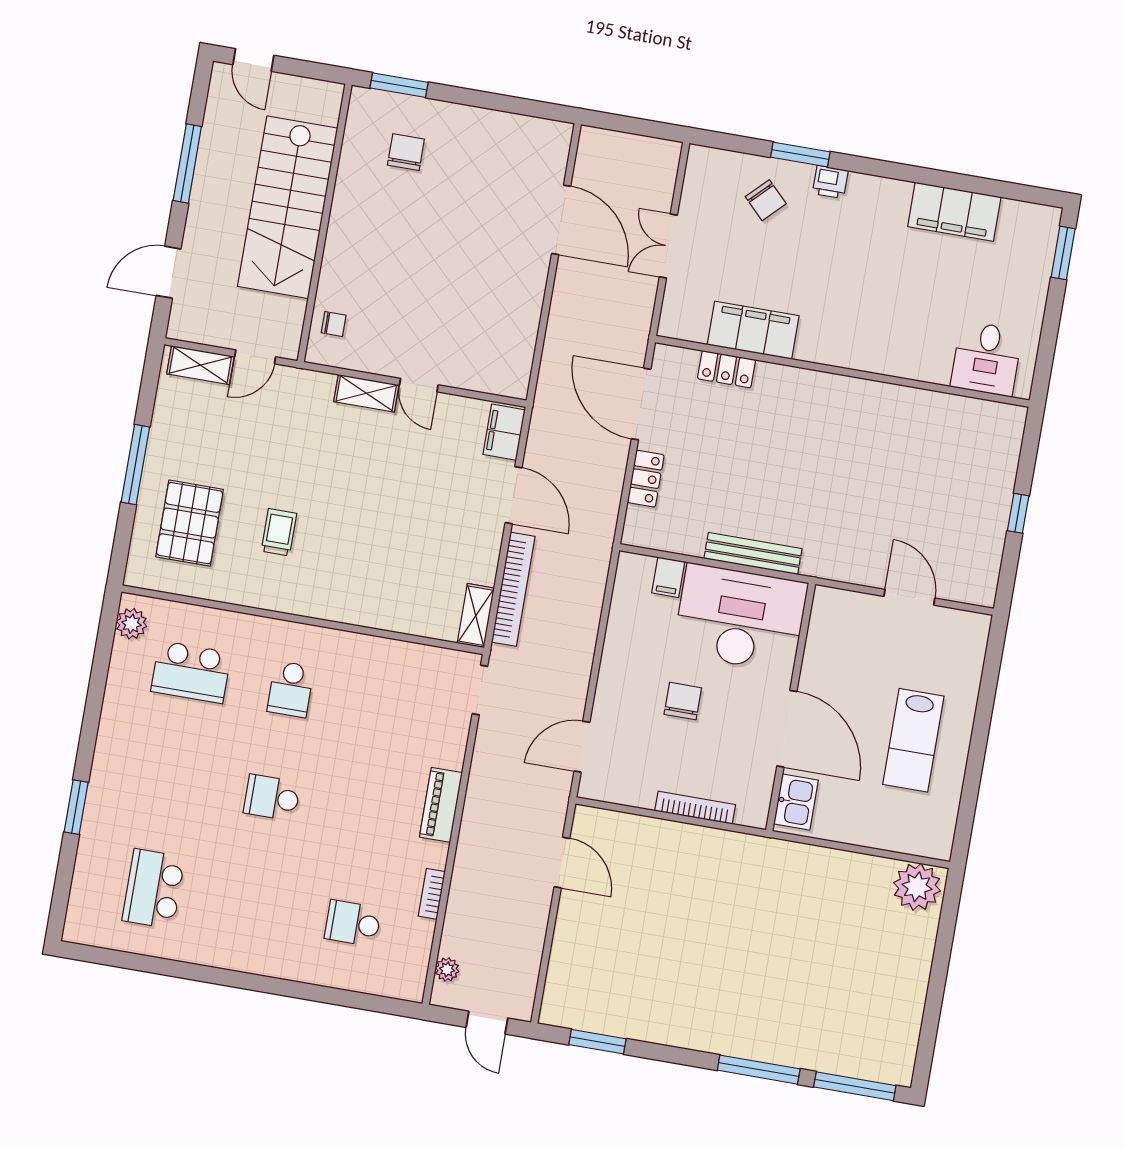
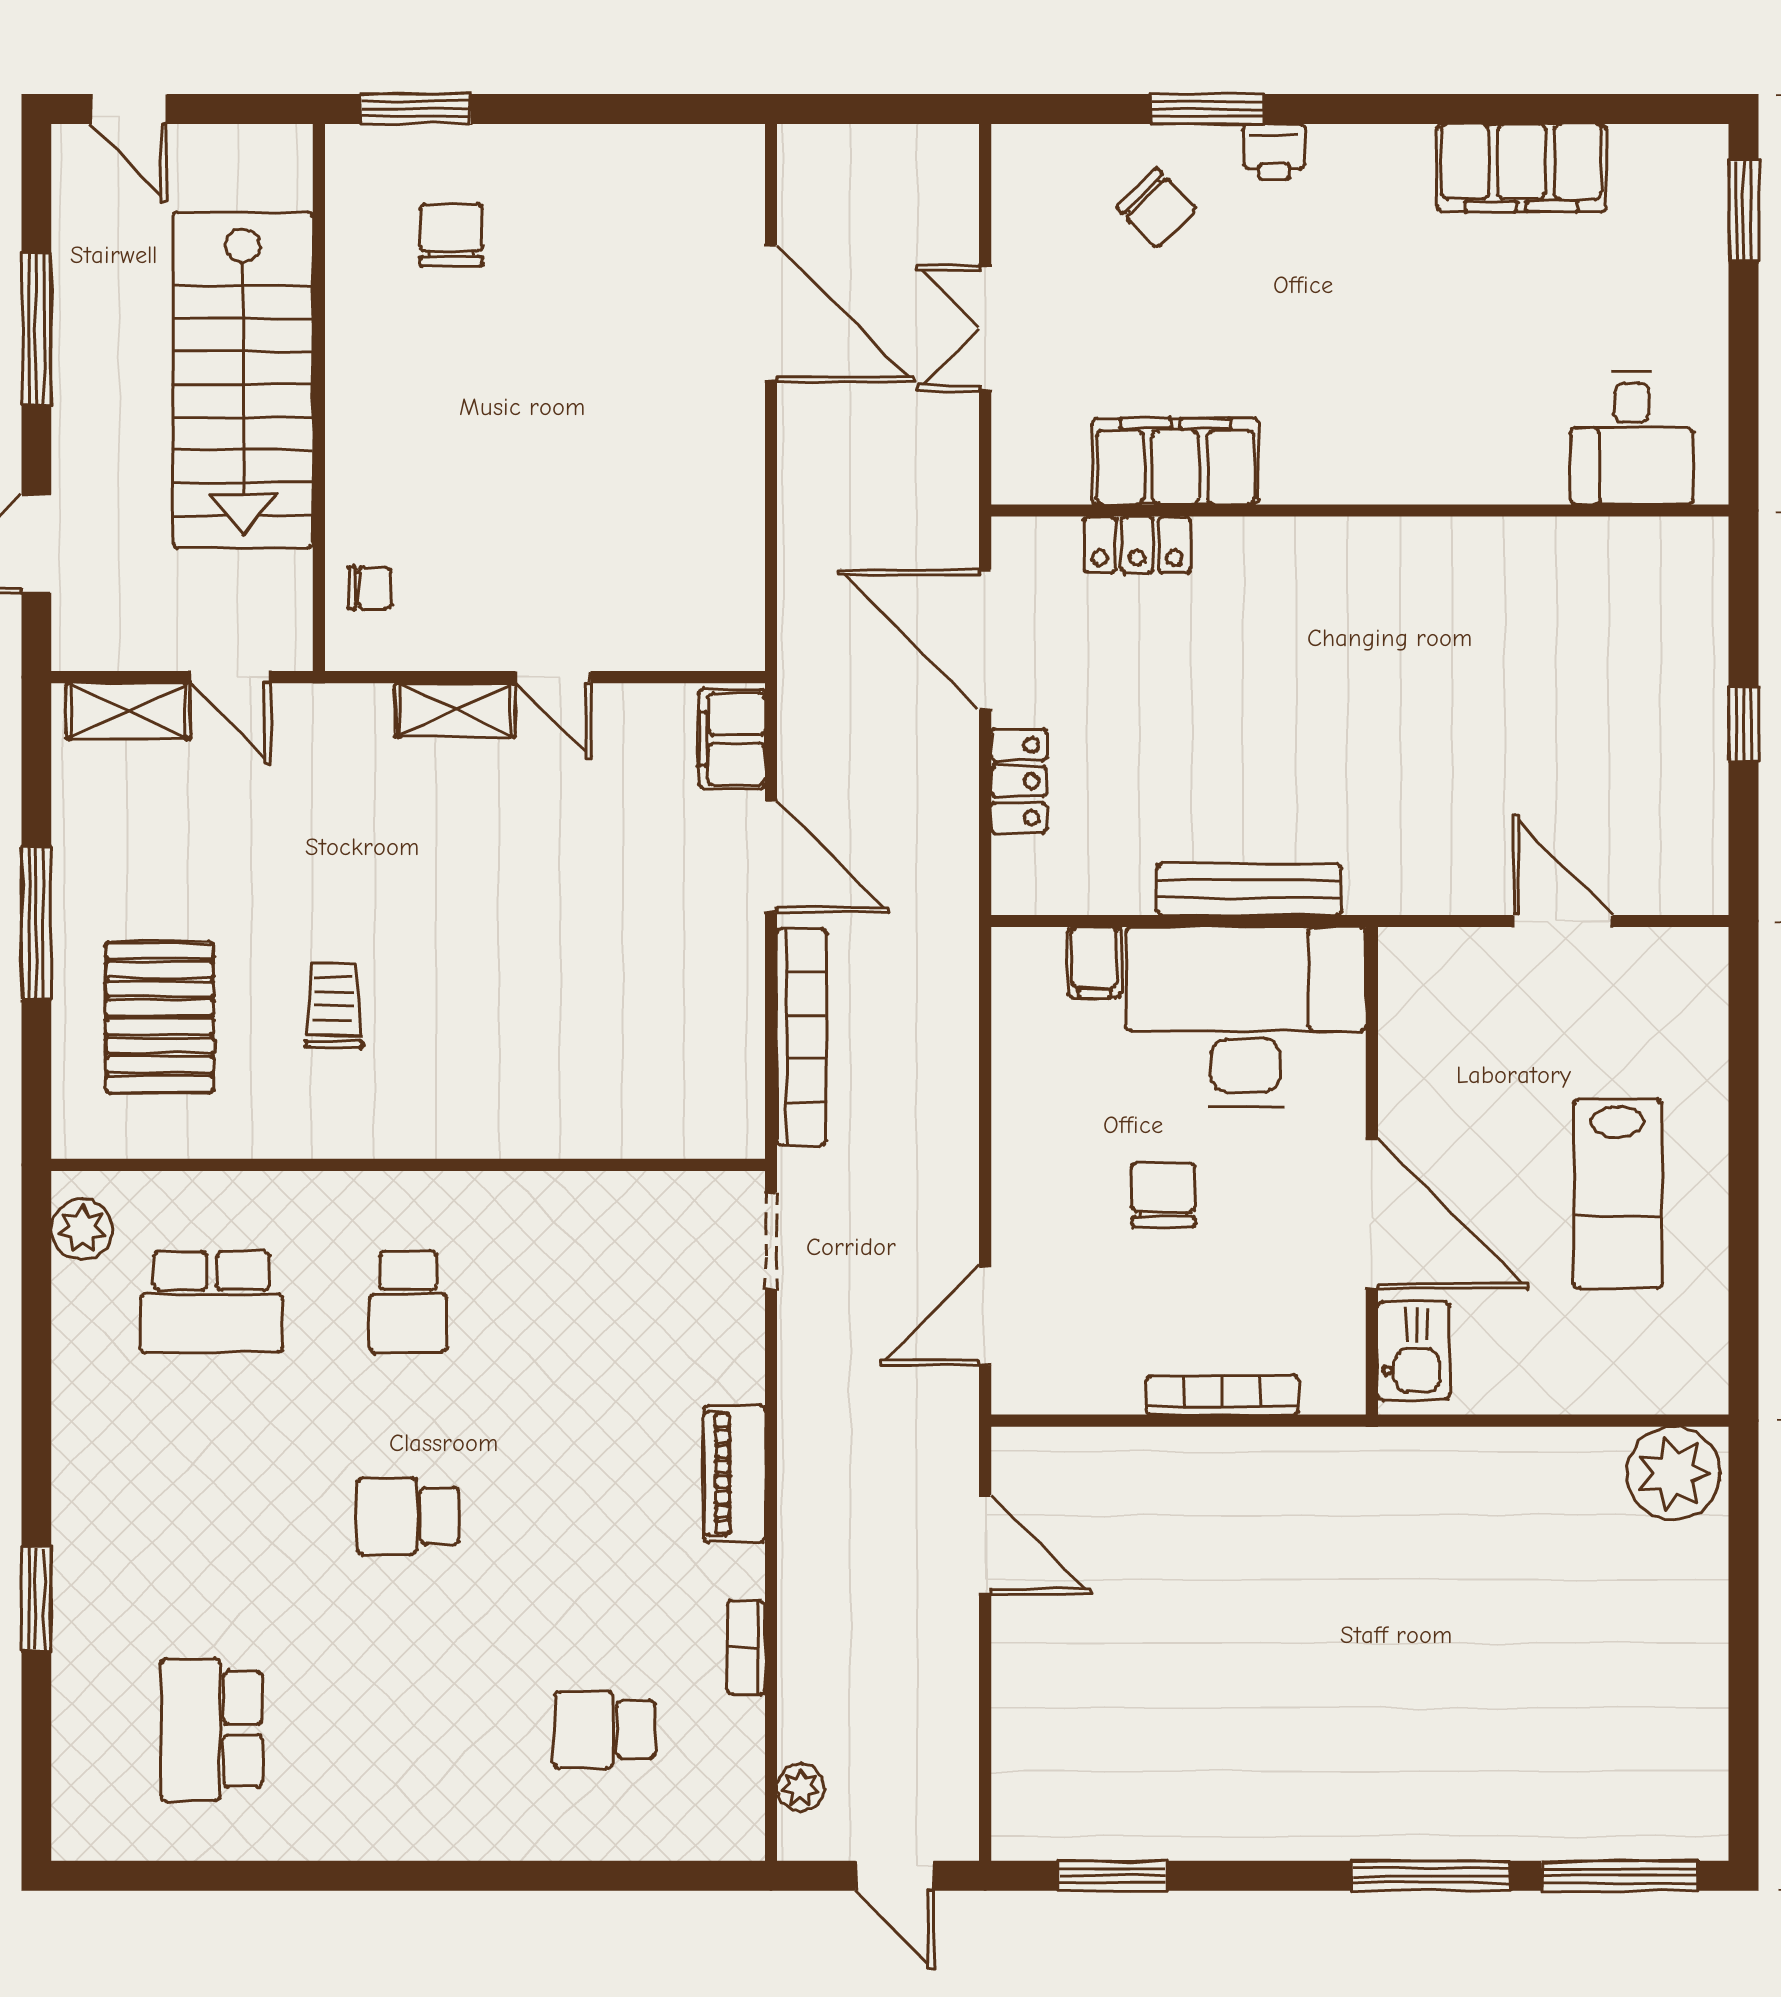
door: (255, 357) -> (230, 677), hinge flipped
shelving: (476, 616) -> (738, 1100), removed

